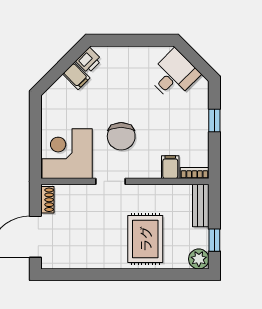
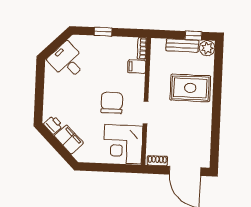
filing cabinet: (76, 76) -> (69, 139), width x2.00
chair: (121, 136) -> (112, 103), turned -90
bench: (201, 205) -> (182, 46), moved

